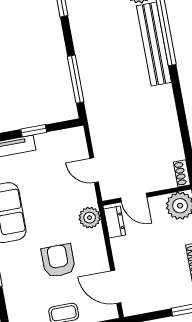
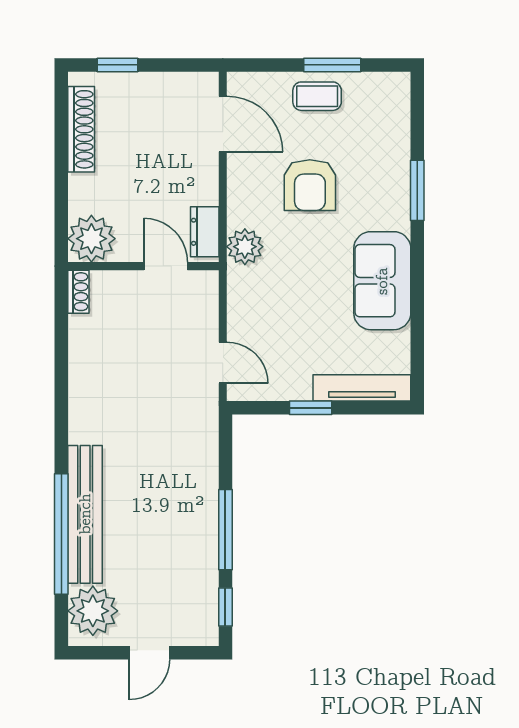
window: (76, 79) -> (225, 530), moved
door: (94, 170) -> (223, 363), moved

